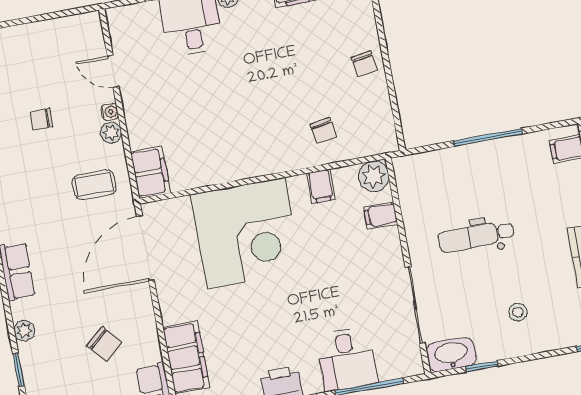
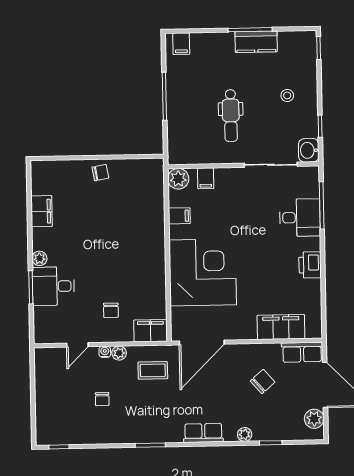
chair: (323, 131) -> (111, 310), moved, turned 99
coffee table: (94, 185) -> (153, 370), turned 90
door: (145, 248) -> (202, 343), hinge flipped
washbasin: (451, 355) -> (309, 150), width x0.72

